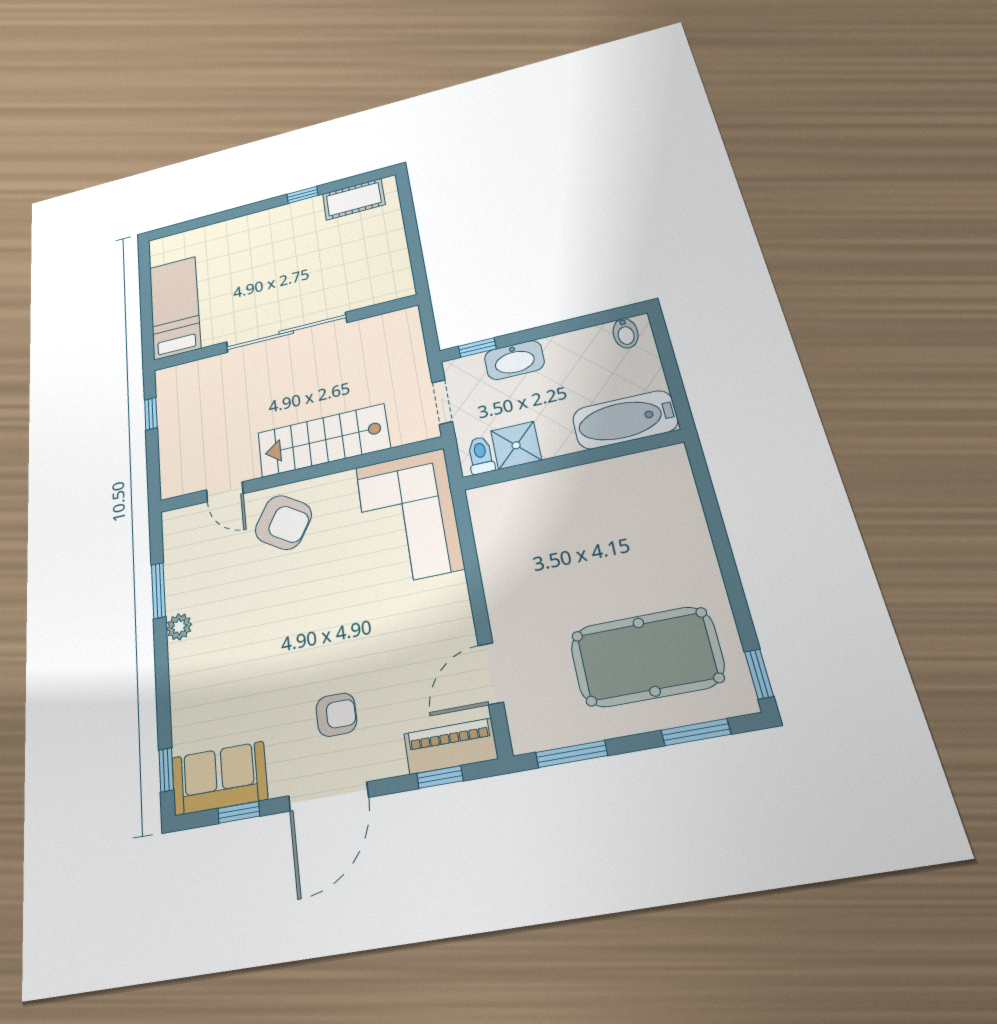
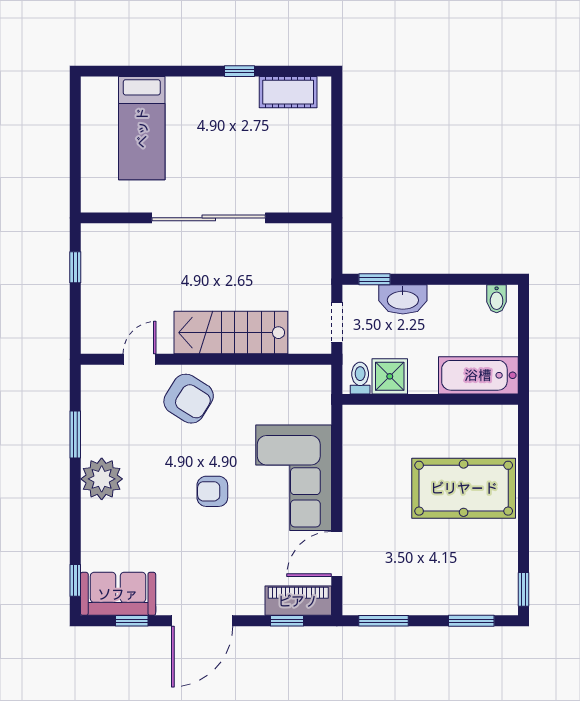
bed: (175, 307) -> (142, 128), moved, turned 180
door: (225, 492) -> (140, 359), swing flipped
corner sofa: (409, 517) -> (294, 478), moved
plant: (179, 627) -> (102, 479), width x1.88, depth x1.88
pool table: (647, 657) -> (464, 488), moved
armchair: (336, 715) -> (212, 491), moved, turned 180

